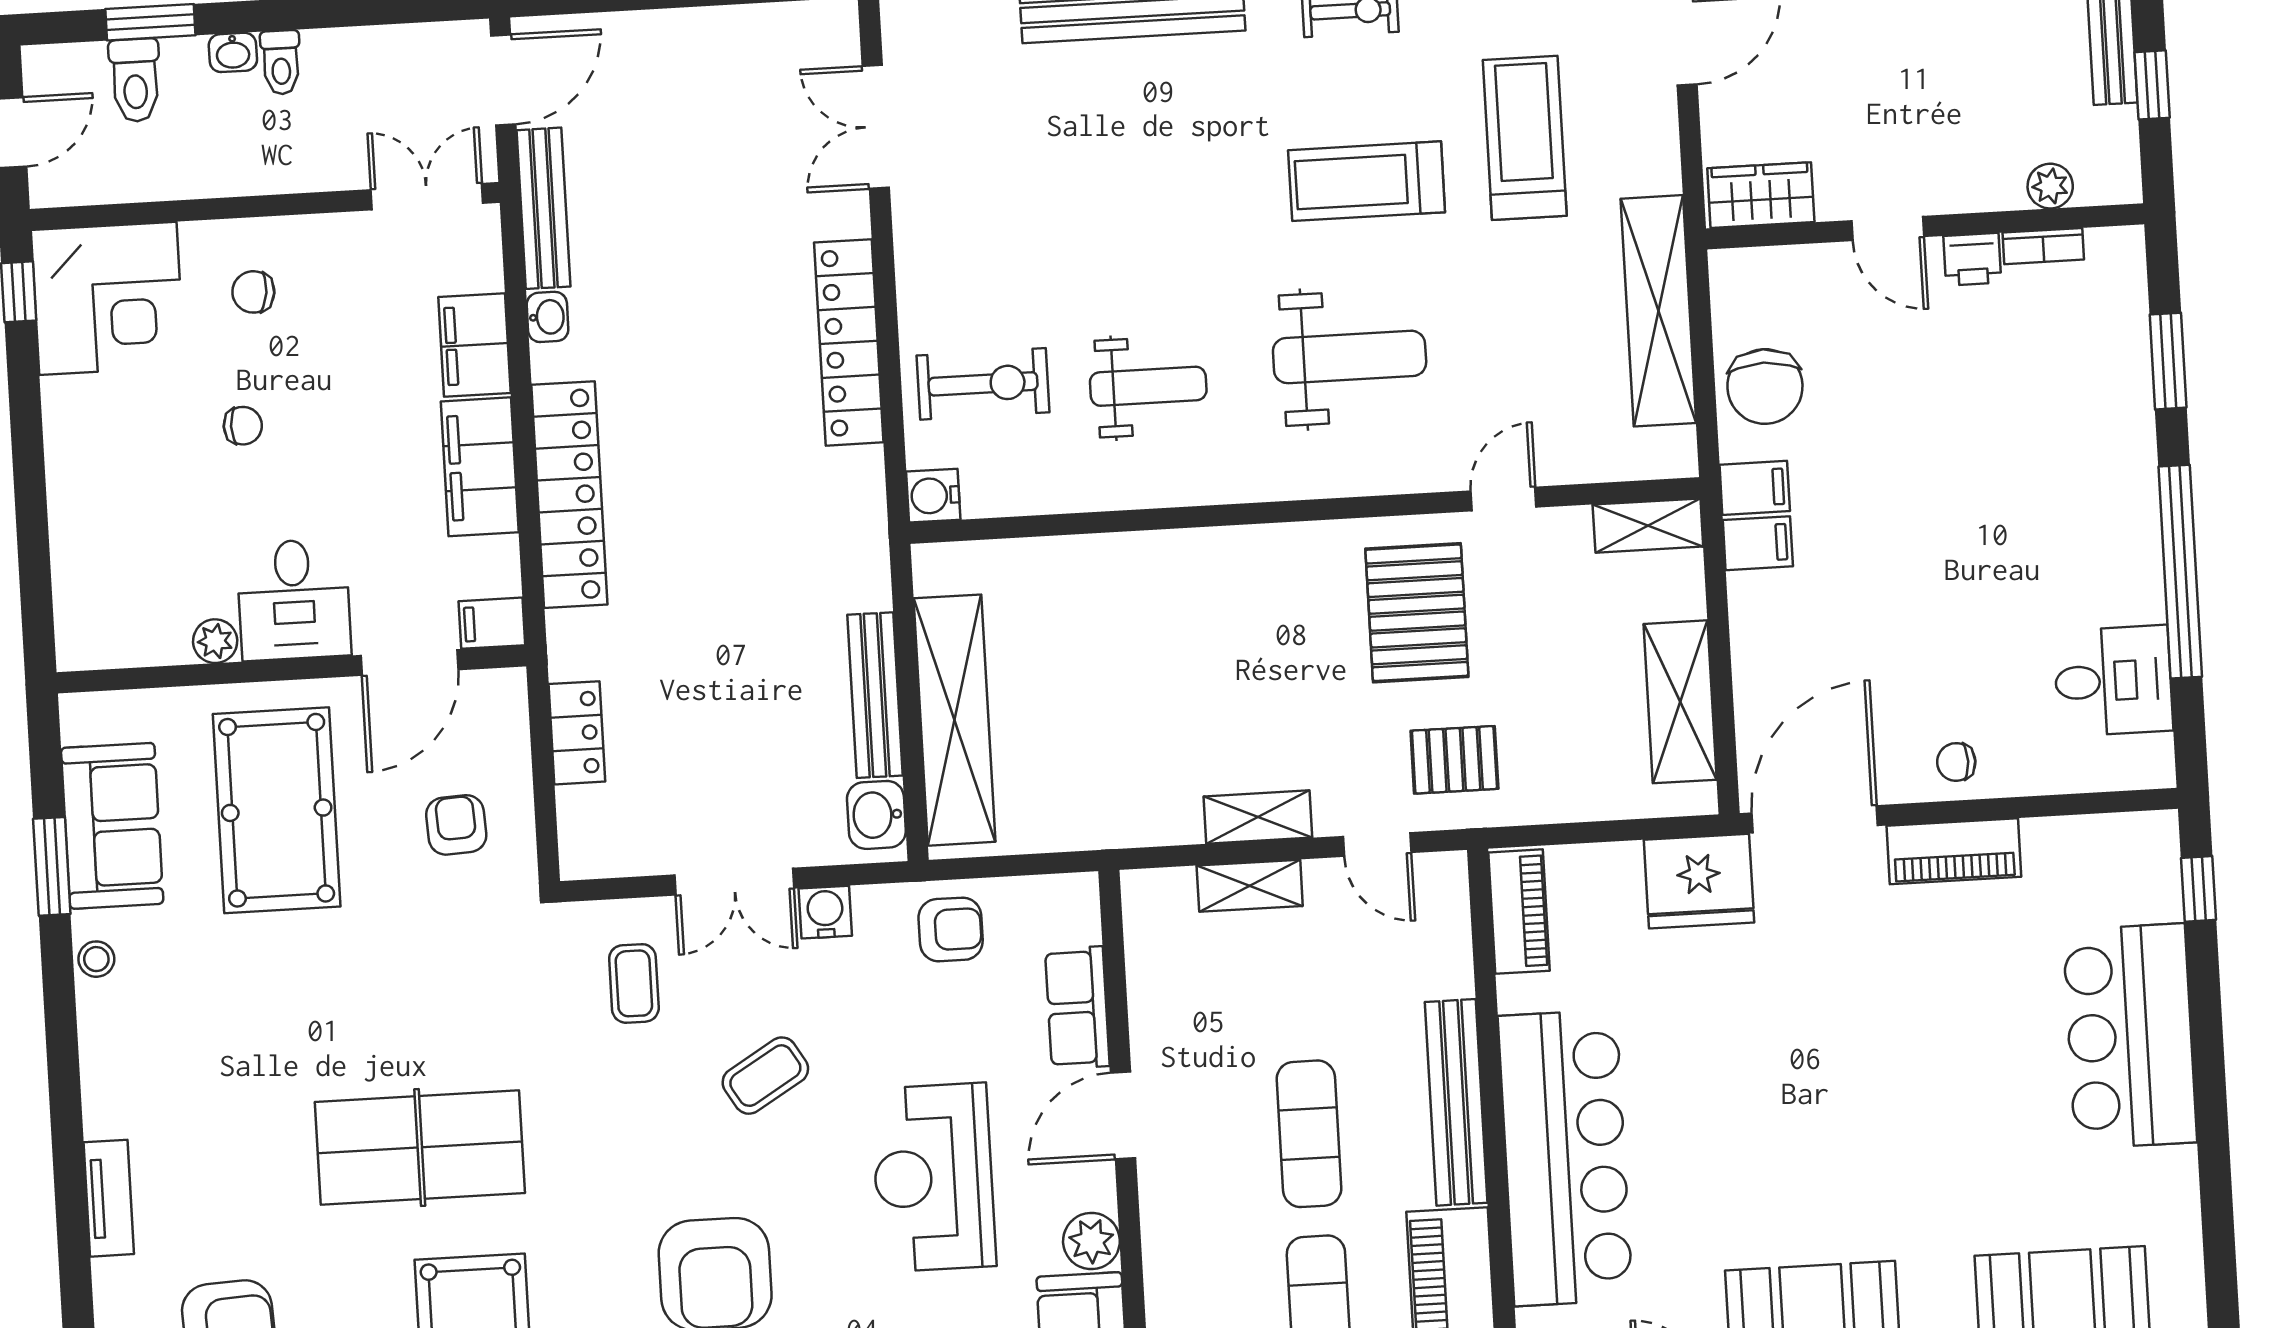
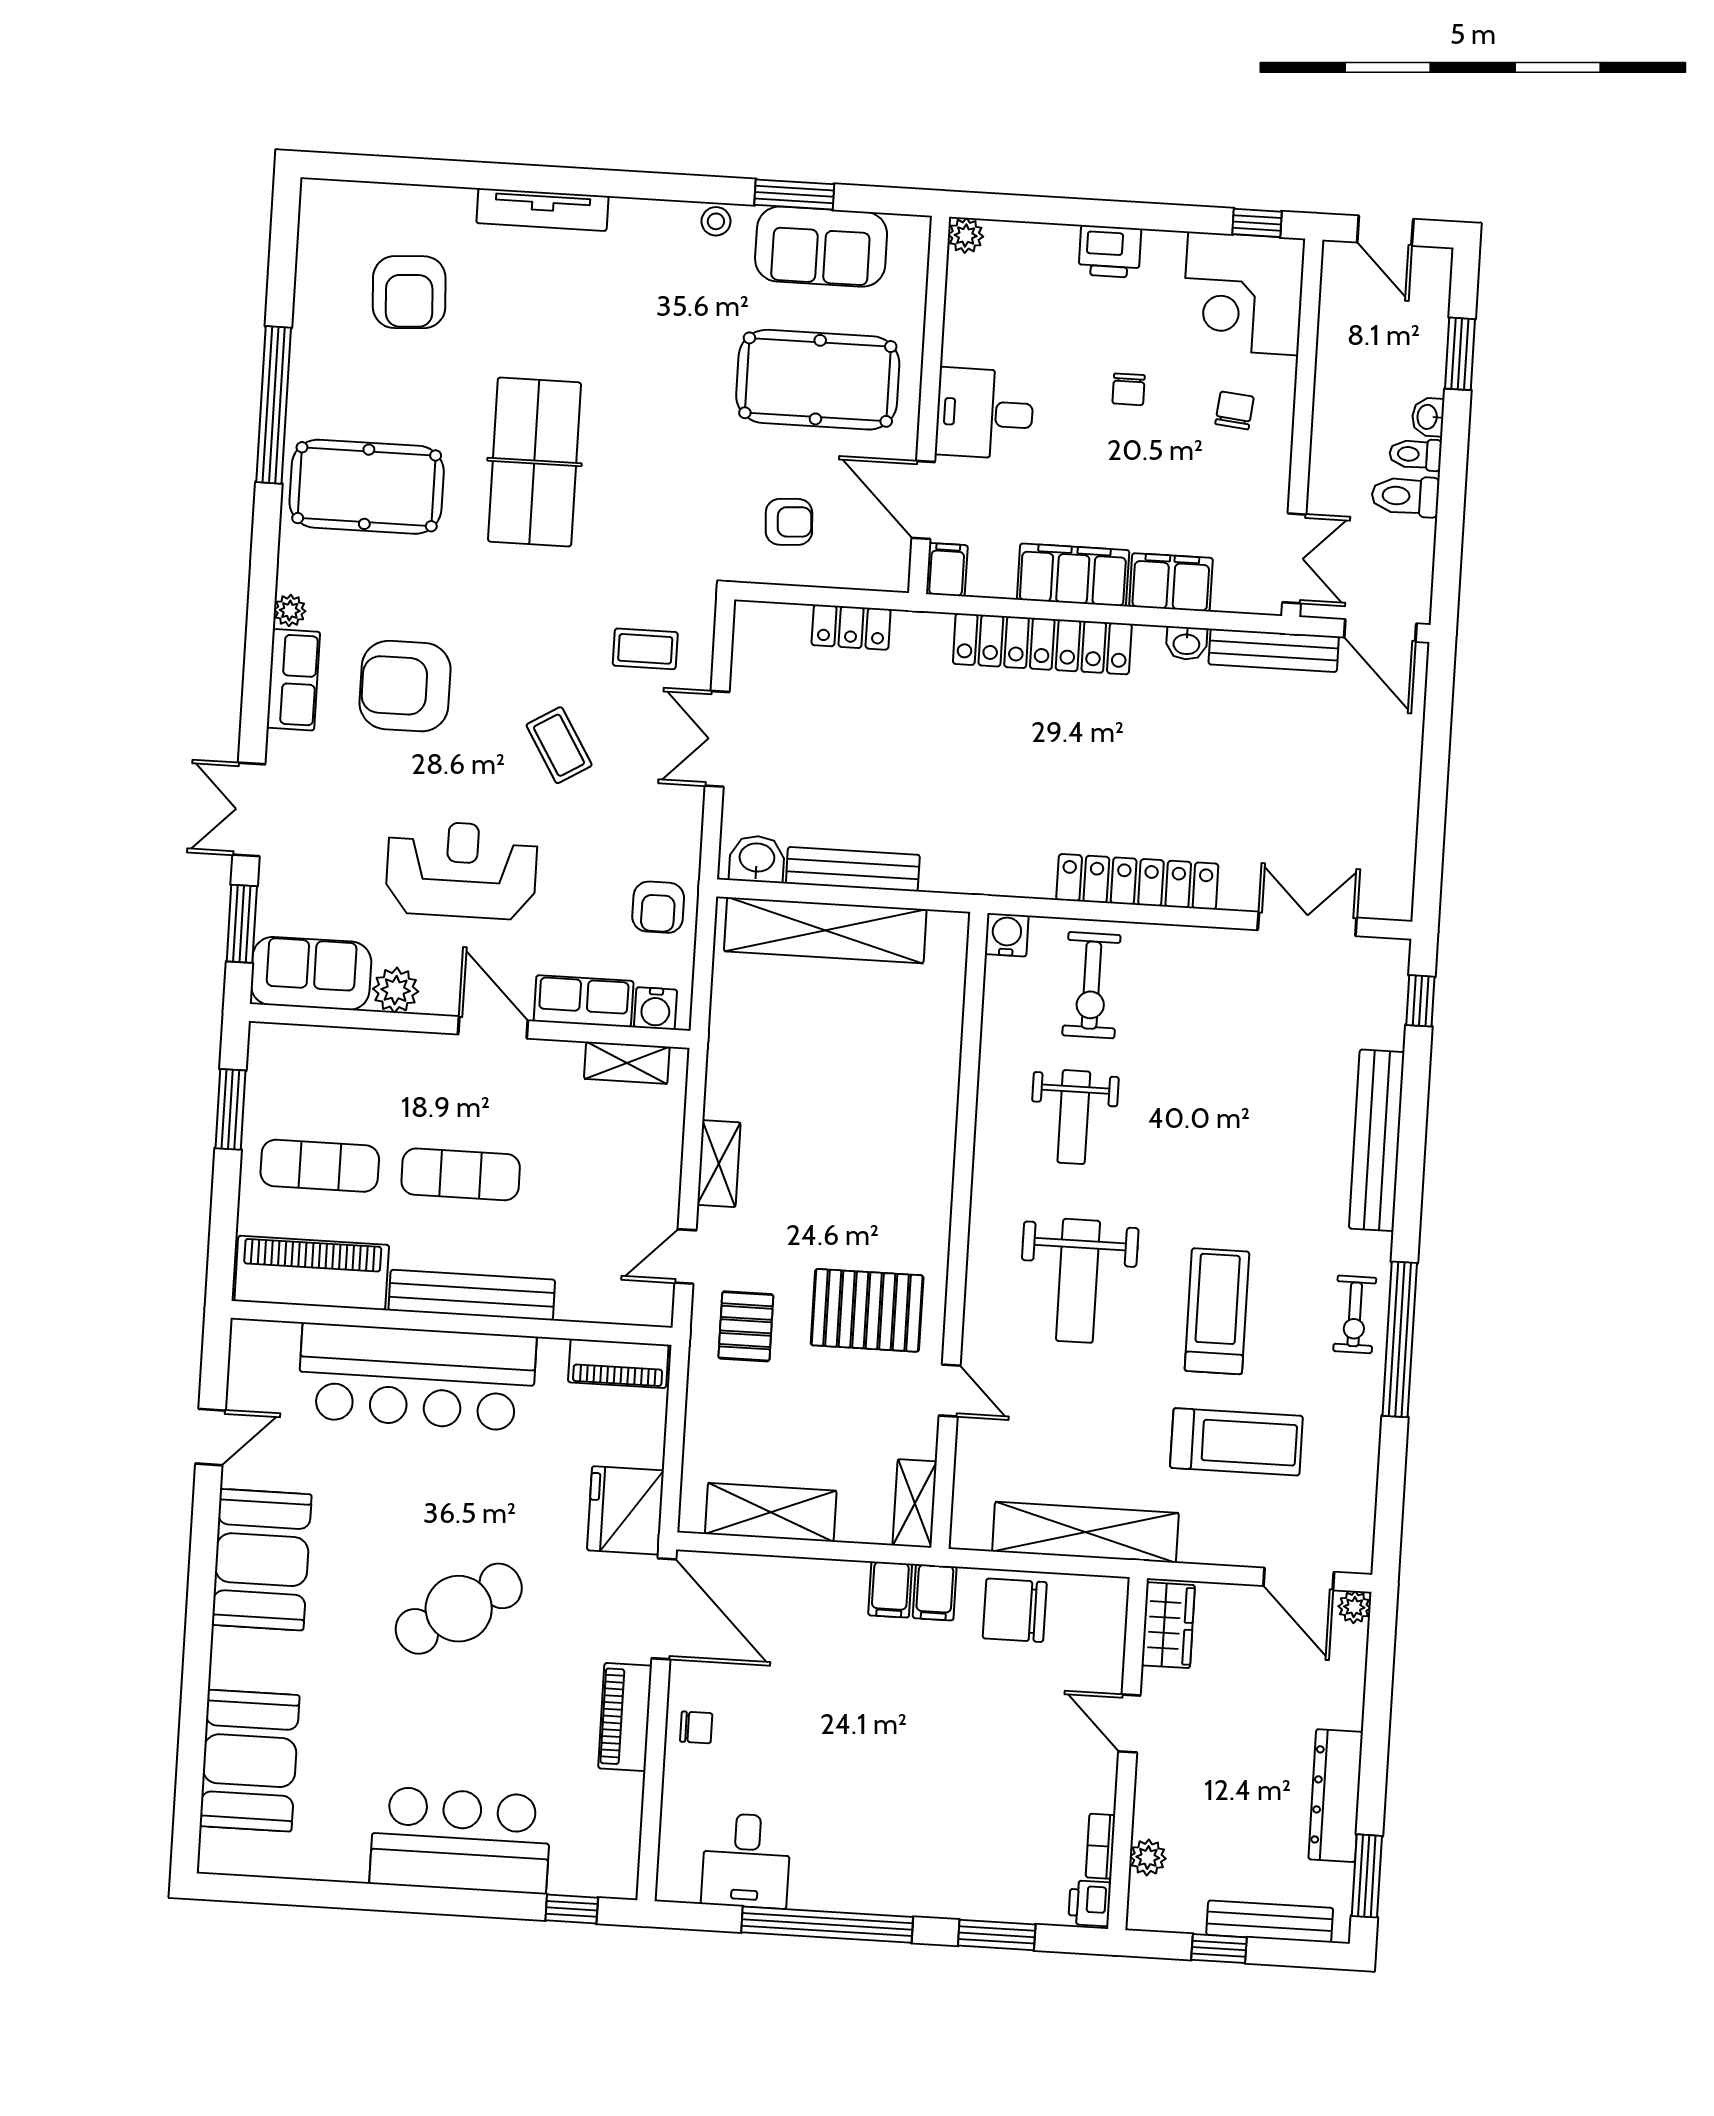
toilet: (135, 80) -> (1405, 496), moved
door: (1888, 229) -> (1129, 1723), hinge flipped
printer: (1972, 259) -> (1090, 1903), moved
printer: (76, 469) -> (1110, 252), added
plant: (215, 641) -> (966, 236), moved
chair: (1956, 762) -> (696, 1727), turned 90
shelving: (1250, 886) -> (627, 1063), moved, turned 90
water cooler: (825, 912) -> (656, 1008), moved, turned 90
cafe table: (1845, 1072) -> (459, 1609), added
tv unit: (109, 1198) -> (542, 210), width x1.41

